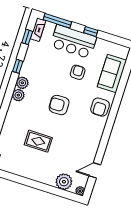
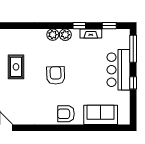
fireplace: (38, 30) -> (91, 33), moved
armchair: (78, 72) -> (91, 83), removed

